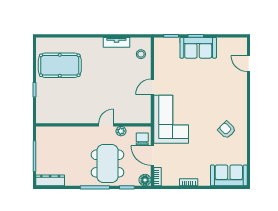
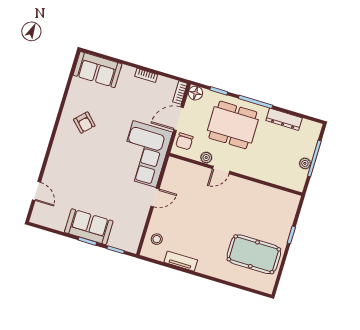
plant: (41, 150) -> (305, 163), added
door: (152, 155) -> (179, 119), swing flipped
dining table: (107, 164) -> (233, 125), turned 90
dresser: (50, 180) -> (284, 119), moved

